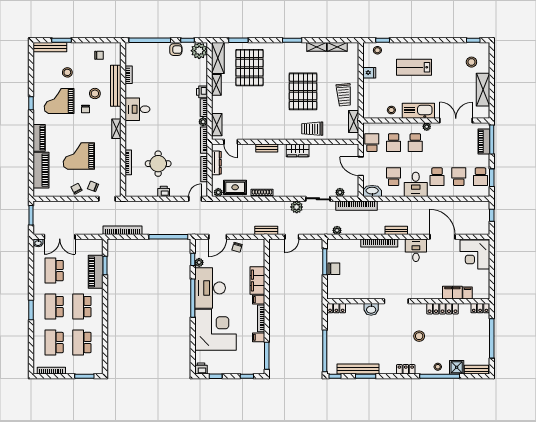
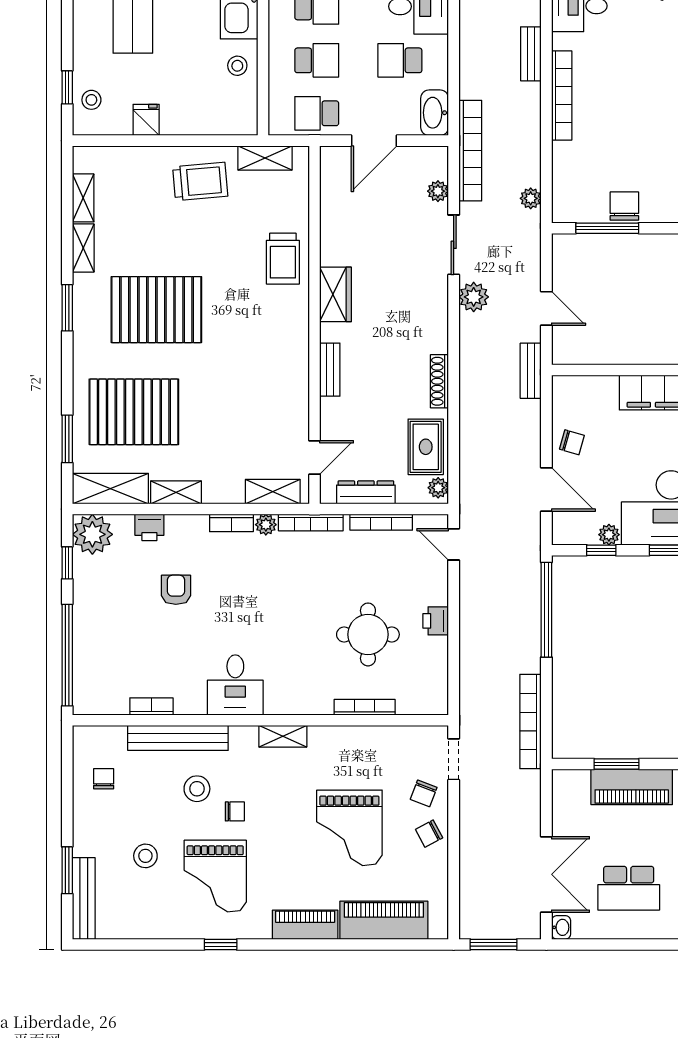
armchair: (176, 50) -> (176, 590), moved
pallet: (303, 91) -> (156, 310), moved
printer: (202, 92) -> (149, 527), moved

